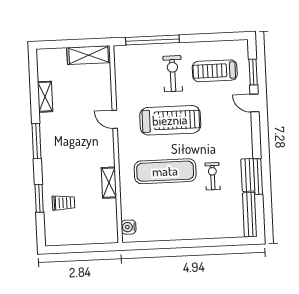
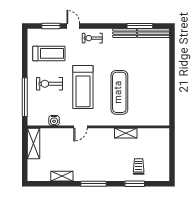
treadmill: (215, 71) -> (49, 53), turned -90
door: (255, 103) -> (73, 26), swing flipped
treadmill: (170, 120) -> (83, 87), turned 180
exercise bike: (213, 176) -> (92, 38), moved
window: (258, 177) -> (140, 26), moved
water cooler: (129, 227) -> (54, 120), moved

